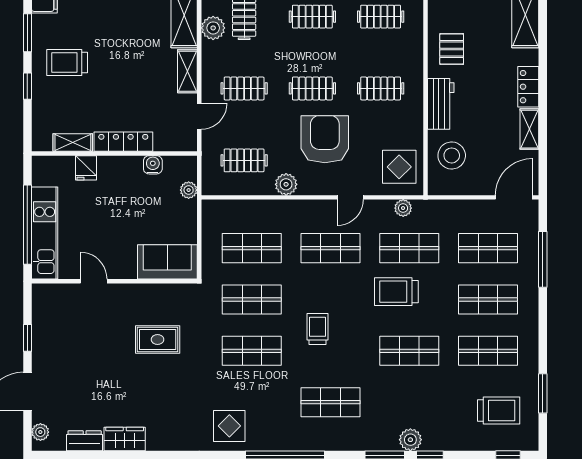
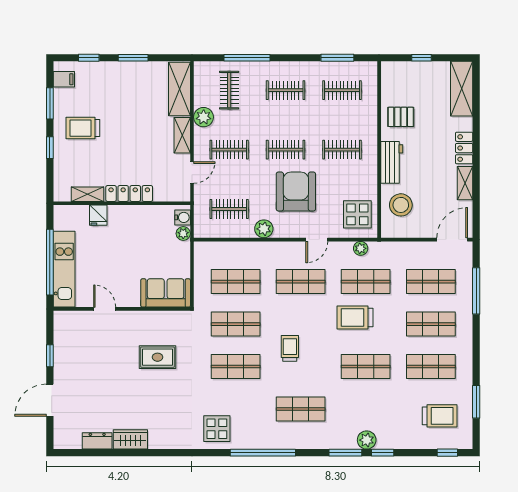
plant: (213, 28) -> (204, 117), moved
pallet: (452, 49) -> (401, 117), turned 90
water cooler: (153, 165) -> (183, 217), moved, turned 90
plant: (40, 432) -> (61, 434), removed

